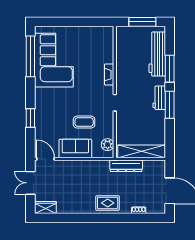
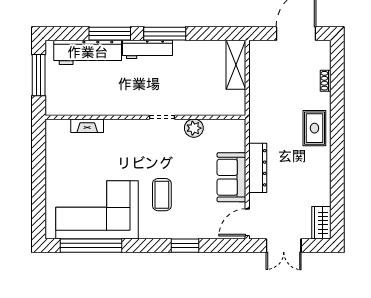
fireplace: (109, 75) -> (87, 126), moved
workbench: (159, 98) -> (147, 49), width x1.38
coffee table: (84, 122) -> (162, 195), moved
plant: (108, 145) -> (194, 128), moved
shelving: (142, 151) -> (236, 65), width x0.68
dresser: (126, 166) -> (258, 168), moved

